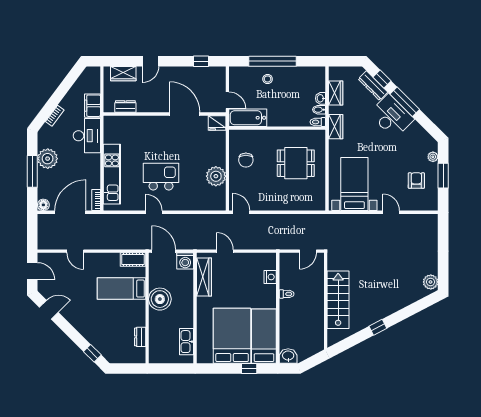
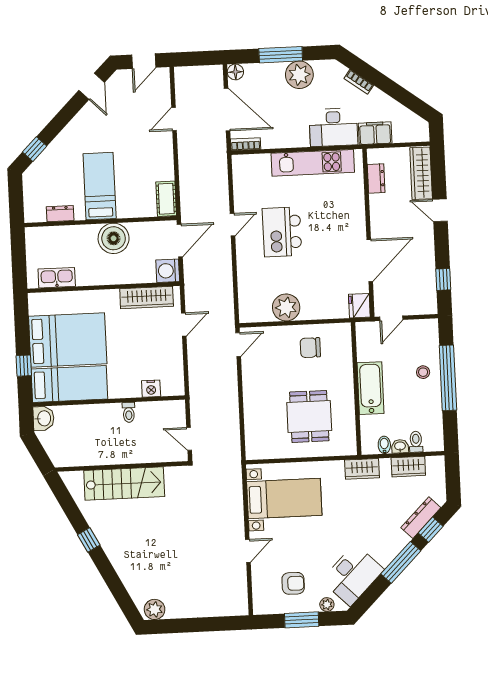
wardrobe: (123, 74) -> (421, 173), width x1.50
desk: (391, 116) -> (353, 575), moved
bathtub: (248, 118) -> (370, 388), moved
toilet: (318, 122) -> (416, 442), moved
kitchen unit: (112, 174) -> (313, 163), moved
kitchen island: (161, 177) -> (282, 232), turned 180
bed: (121, 289) -> (100, 186), moved

